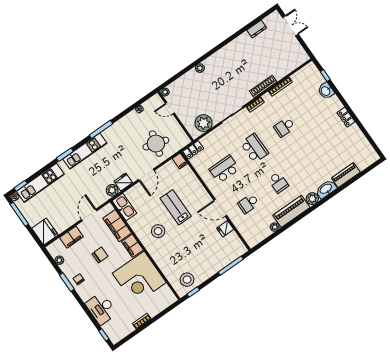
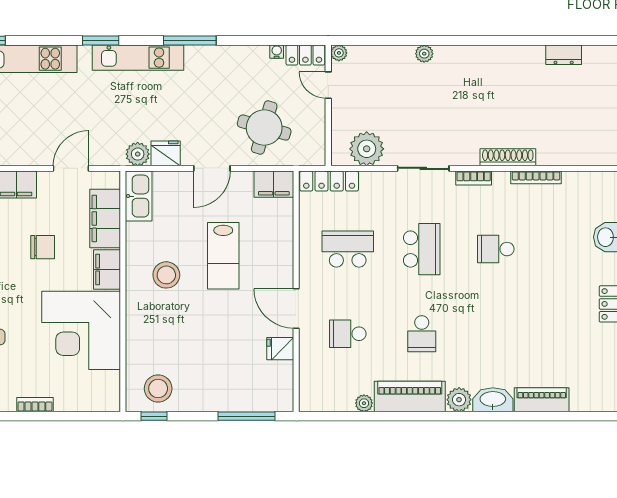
locker: (152, 102) -> (305, 55), added
locker: (193, 150) -> (329, 181), width x1.53
filing cabinet: (180, 161) -> (274, 184), width x2.00
lab bench: (176, 207) -> (223, 256), turned 180

